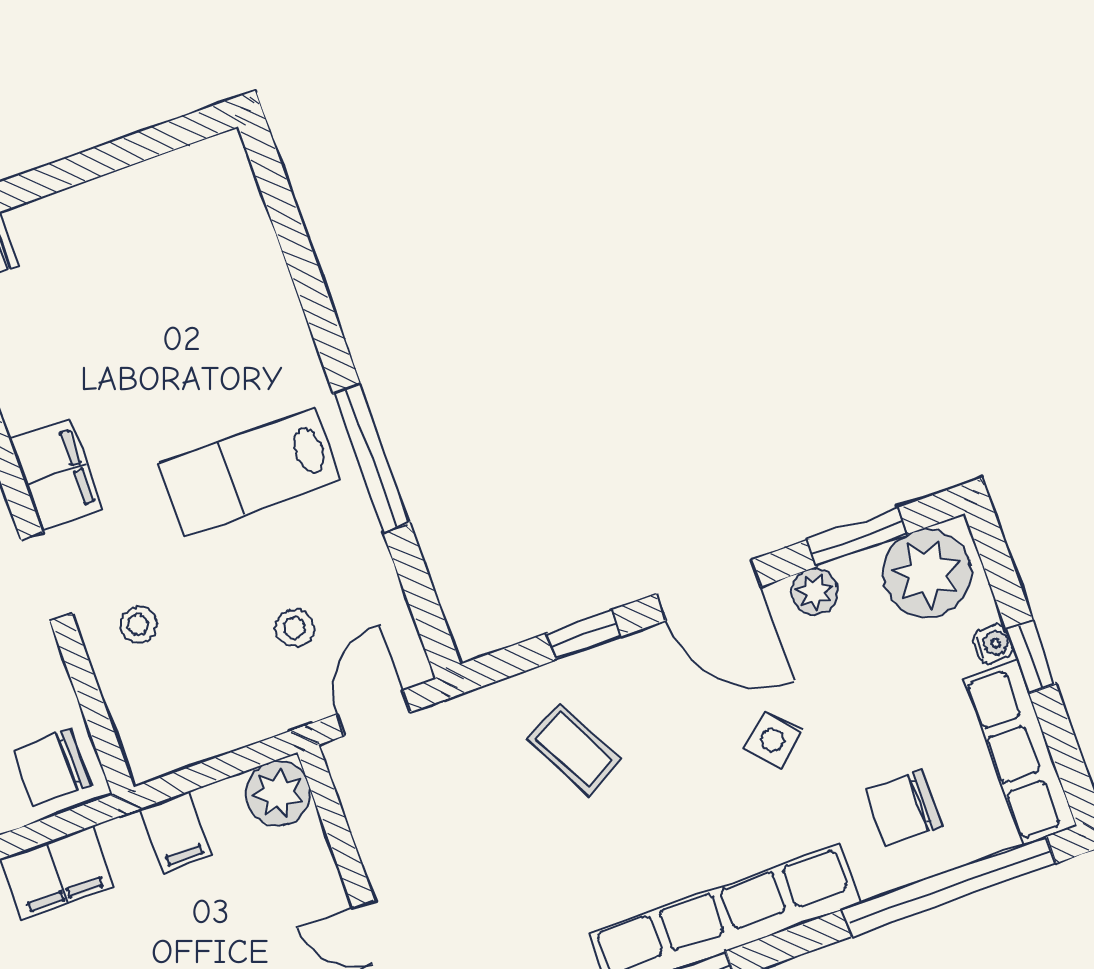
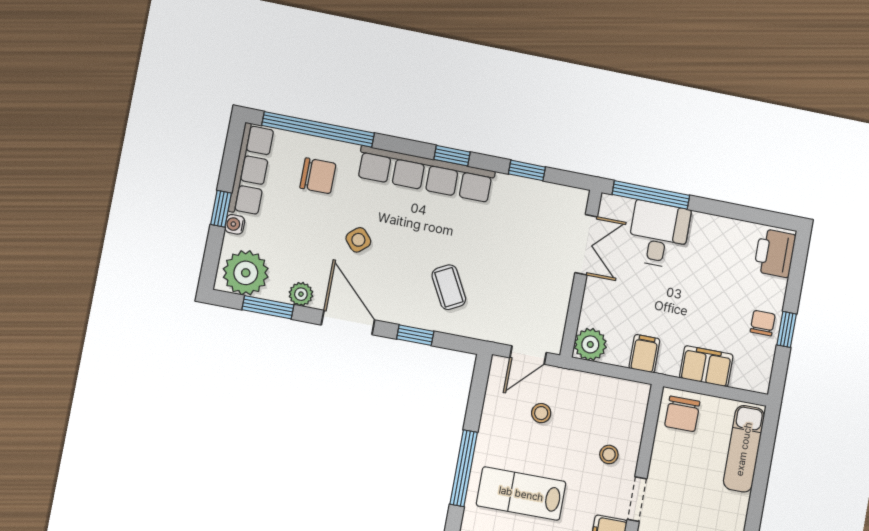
lab bench: (250, 472) -> (521, 494), turned 180
chair: (52, 767) -> (682, 414), turned 90

